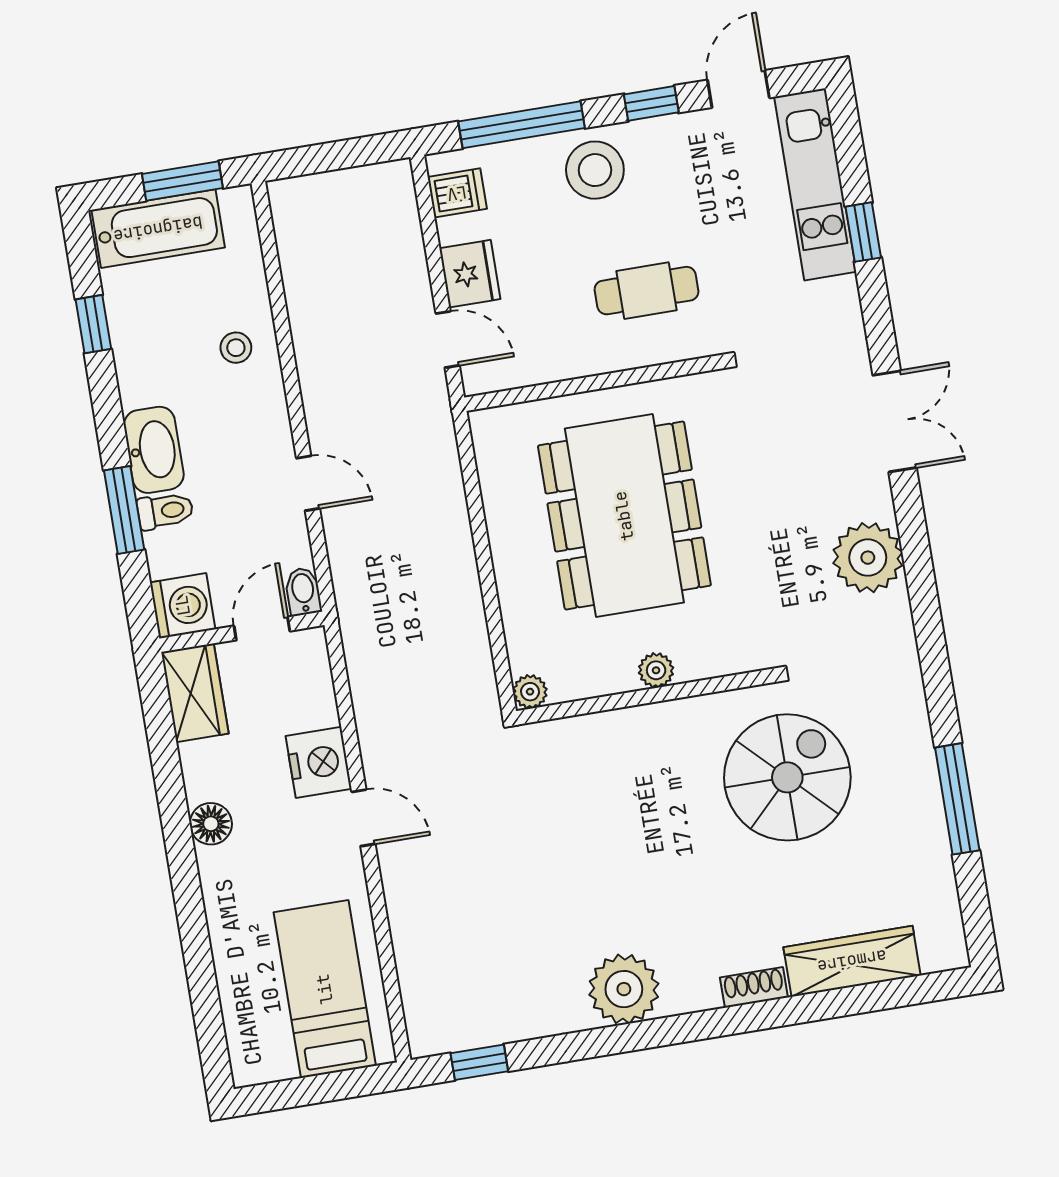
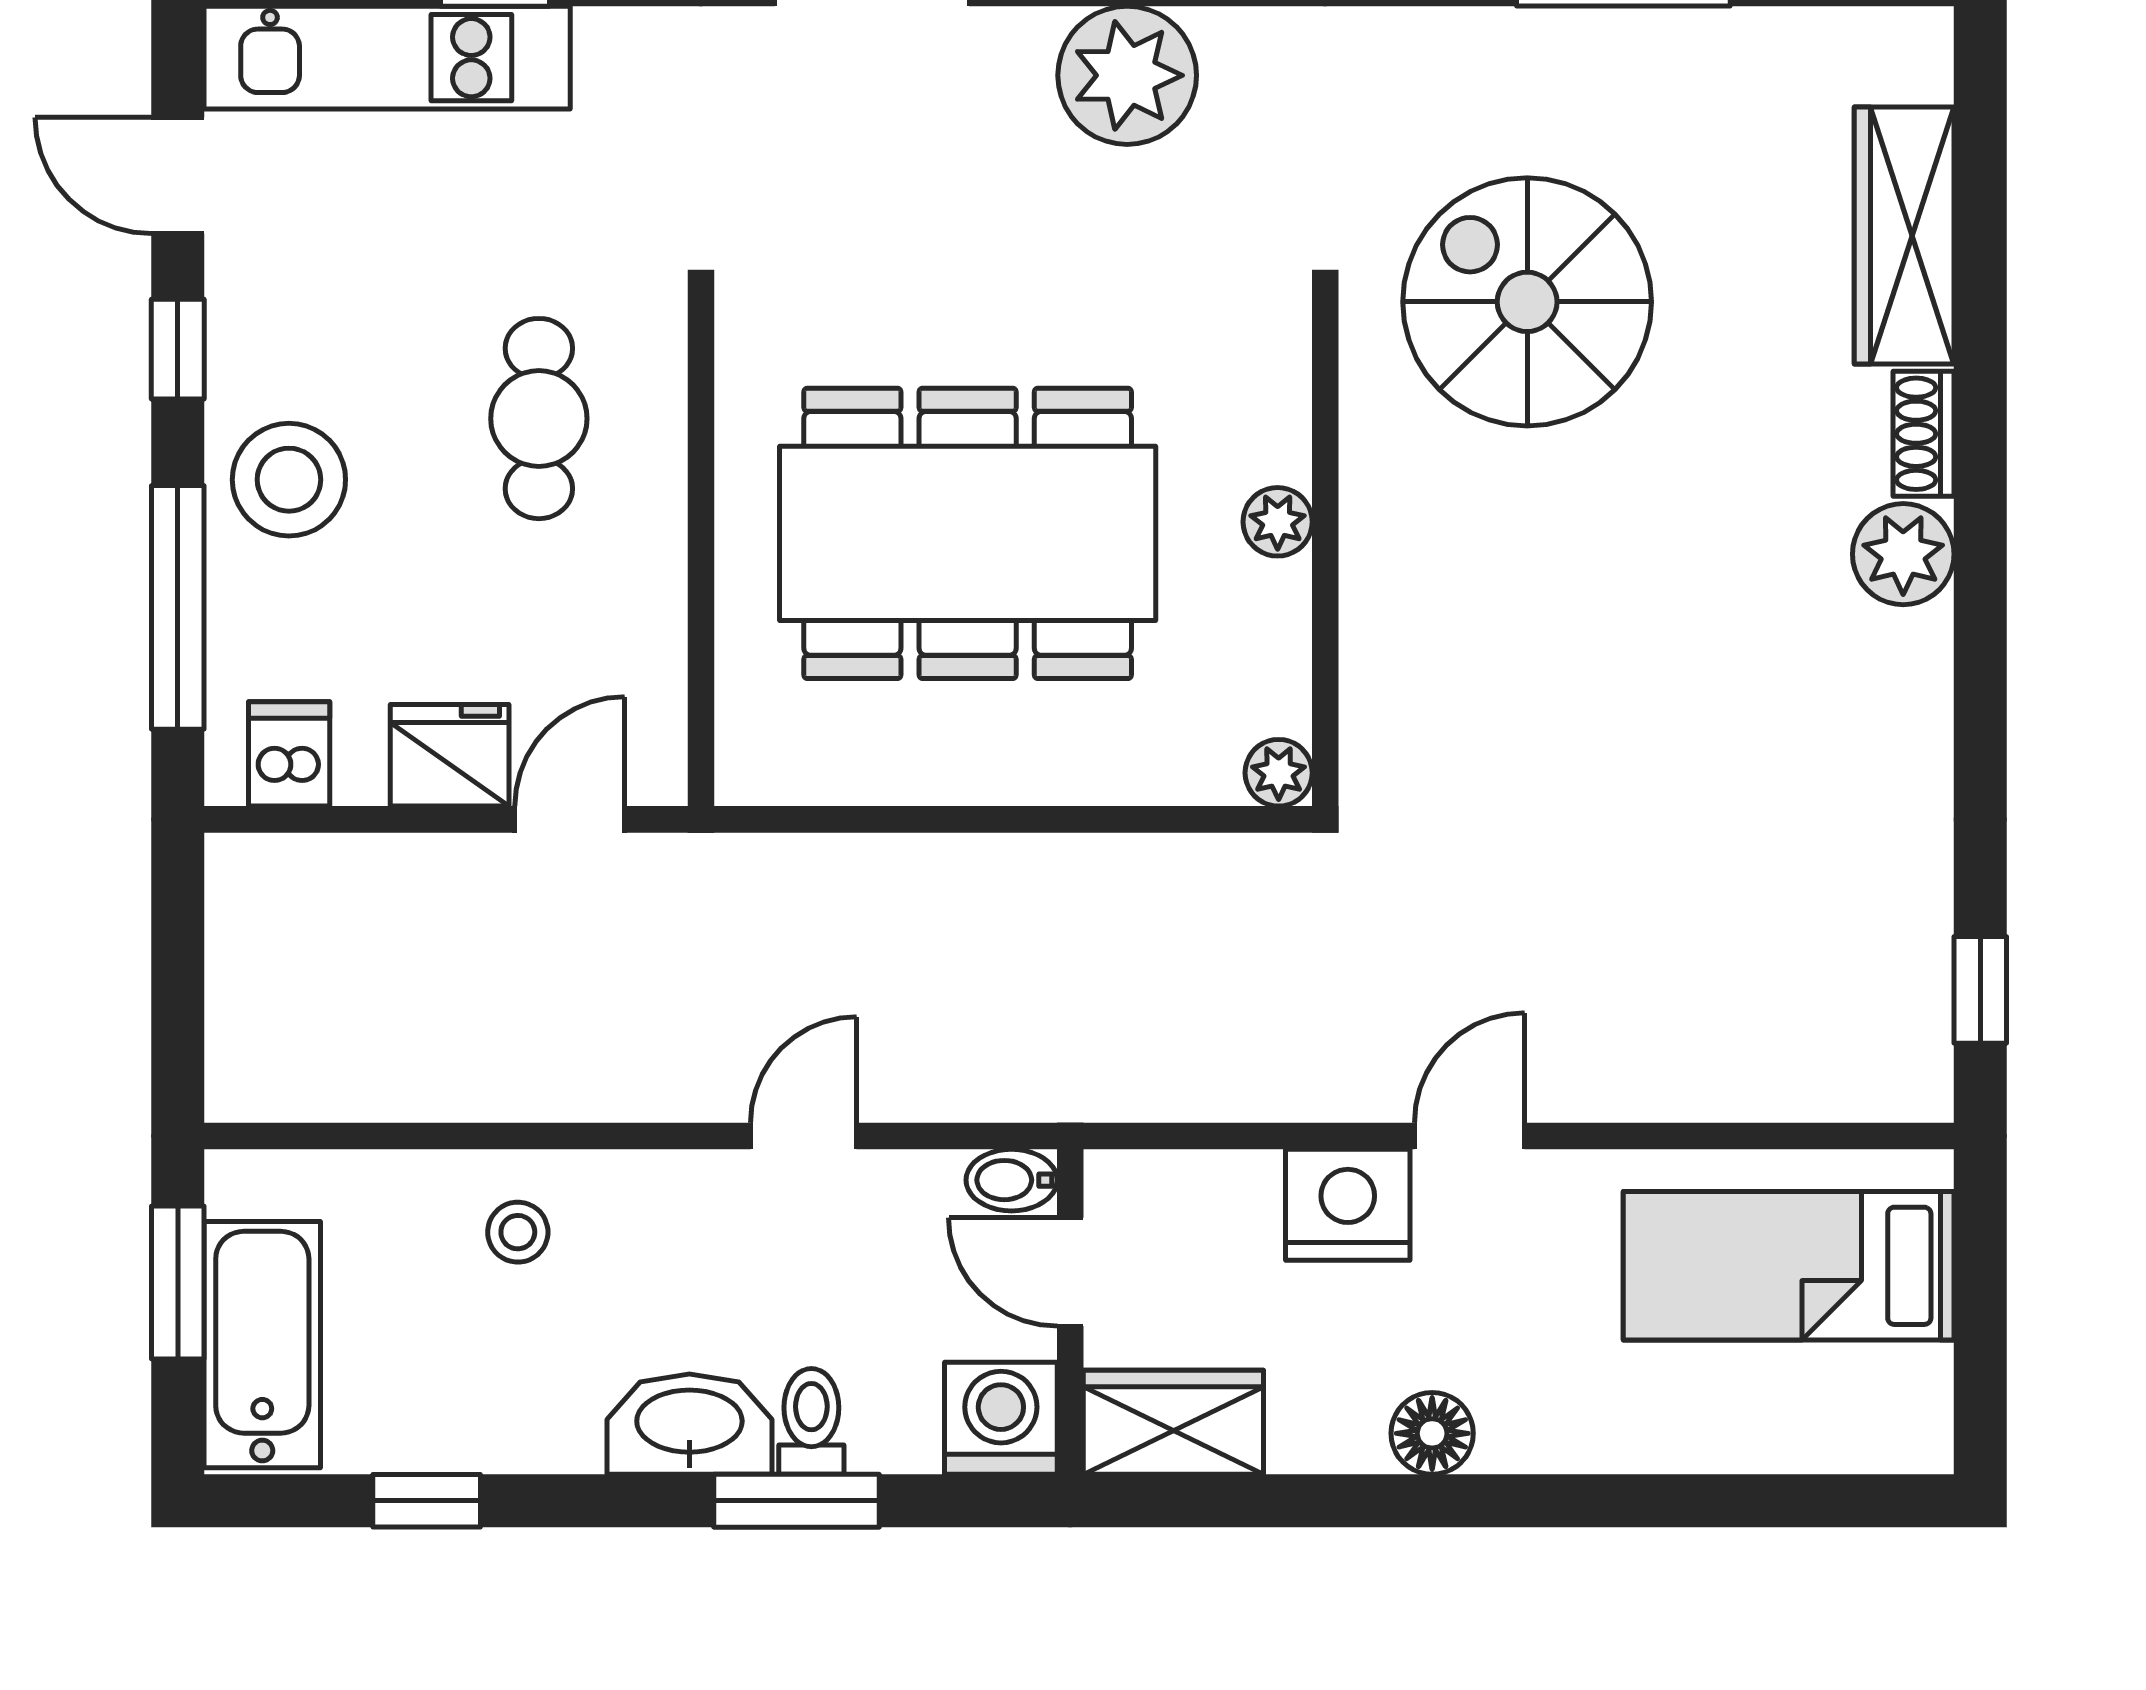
plant: (624, 989) -> (1903, 554), moved, width x0.73, depth x0.73

